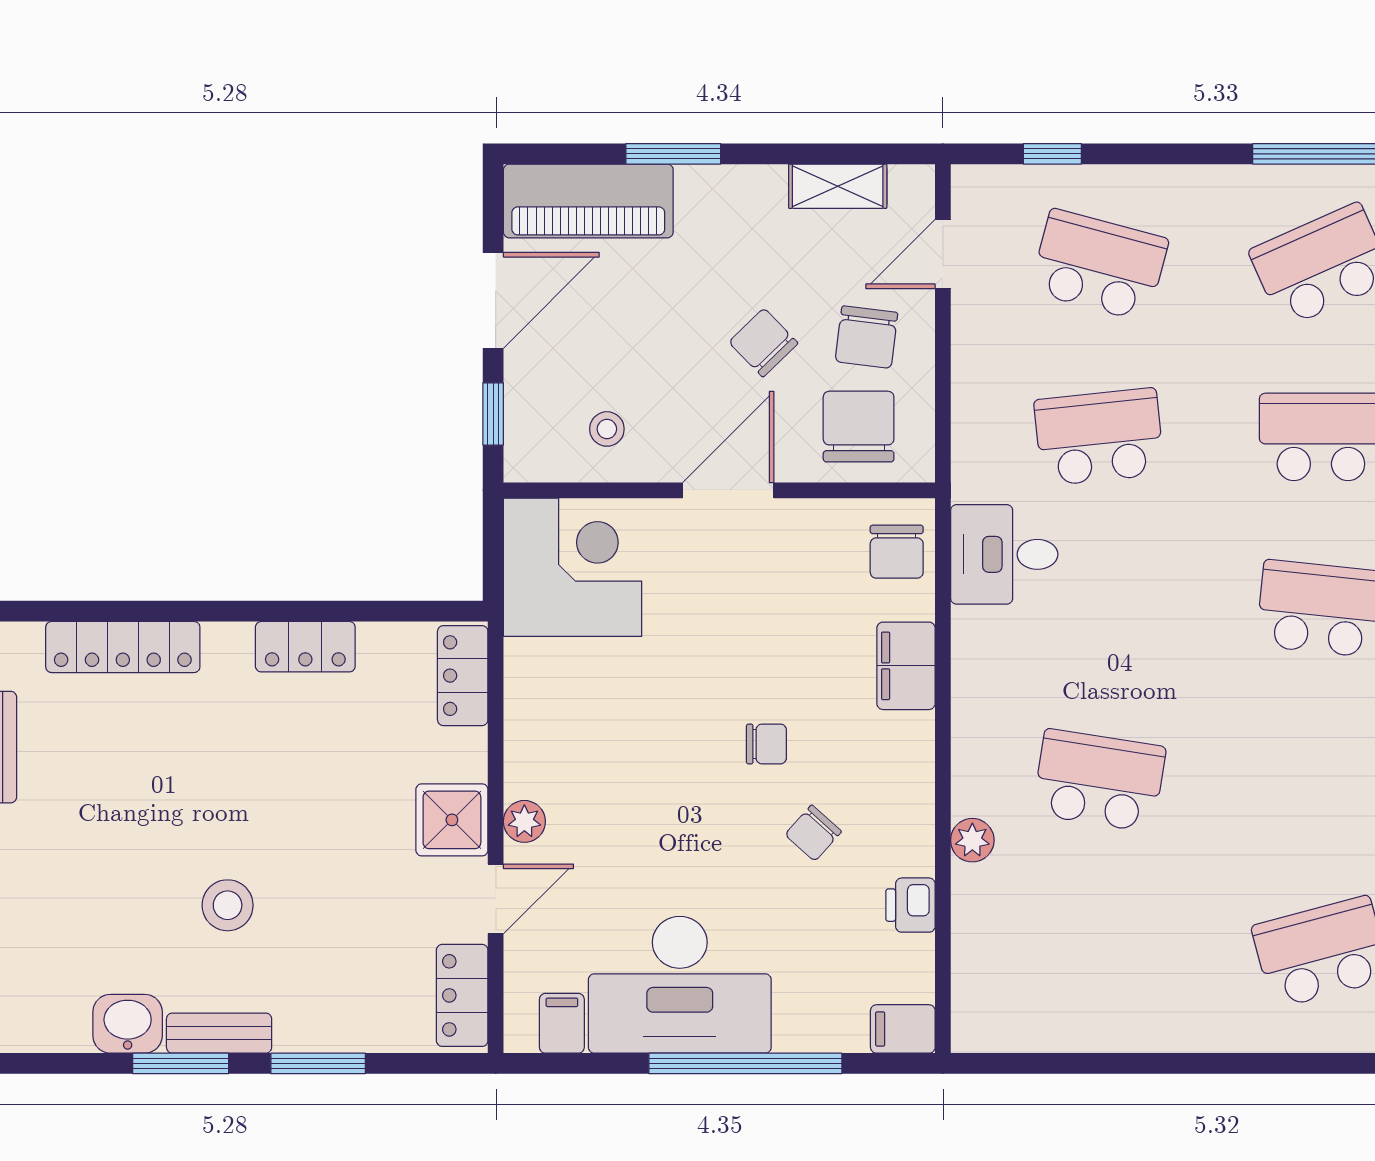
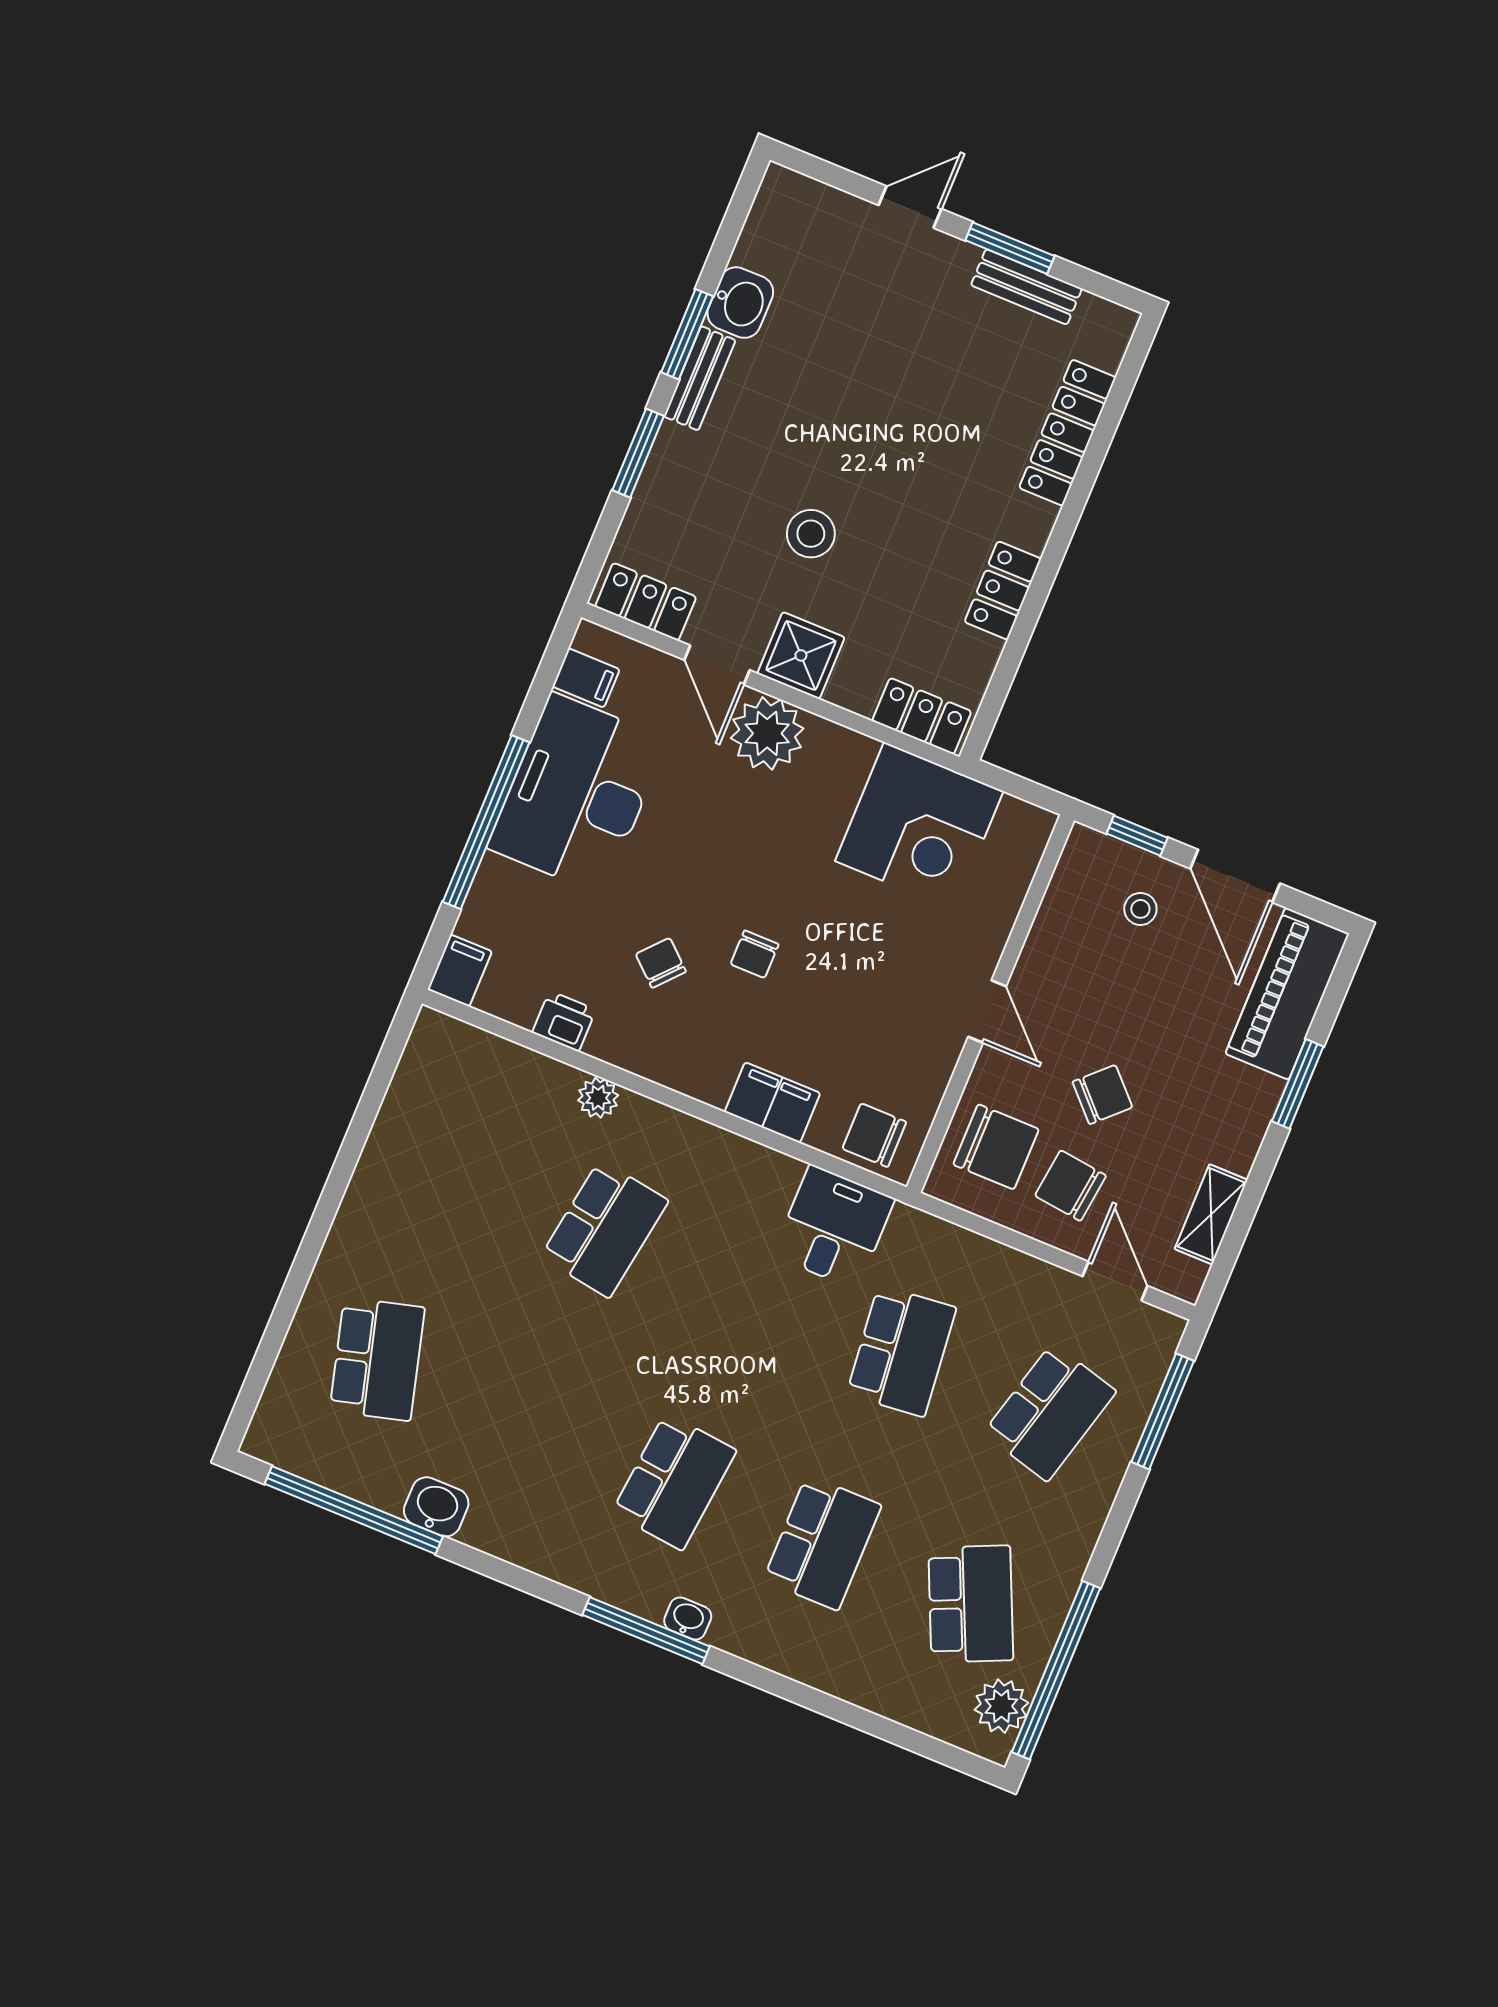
window: (1052, 154) -> (1163, 1411), width x2.17
stool: (607, 429) -> (1140, 909), moved
door: (728, 490) -> (987, 1012), width x0.73
corner desk: (573, 567) -> (919, 826), moved
plant: (524, 821) -> (767, 733), width x1.87, depth x1.87
stool: (228, 905) -> (811, 534), moved

